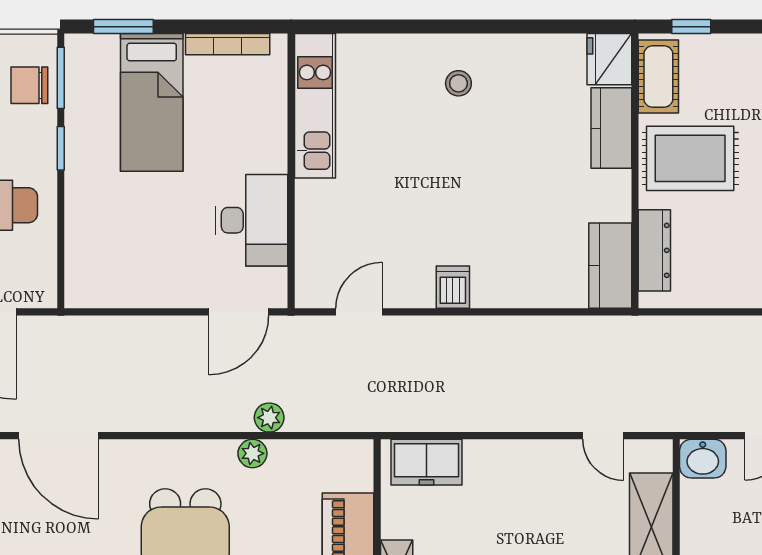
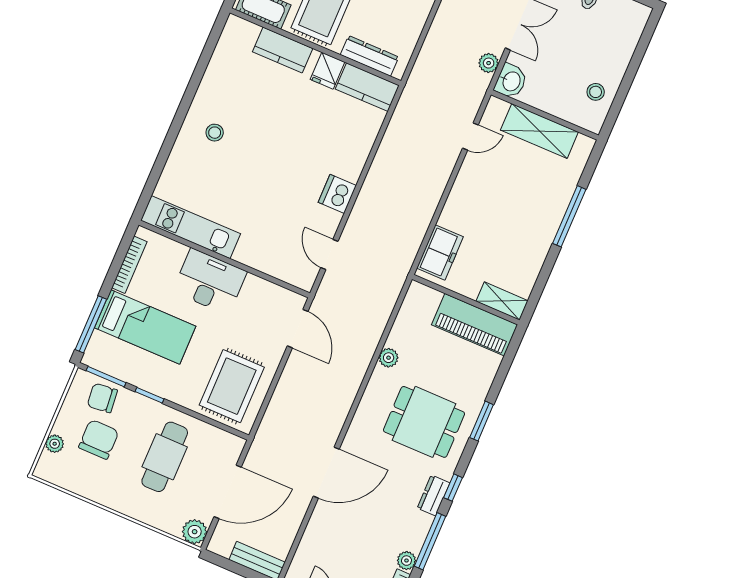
window: (123, 27) -> (91, 324), width x1.44
fridge: (609, 59) -> (327, 71), moved, width x0.72
chair: (29, 85) -> (102, 398), turned 84
desk: (252, 220) -> (210, 282), moved
rug: (121, 256) -> (232, 386), added
dishwasher: (453, 287) -> (337, 194), width x1.38
plant: (269, 418) -> (489, 63), moved

